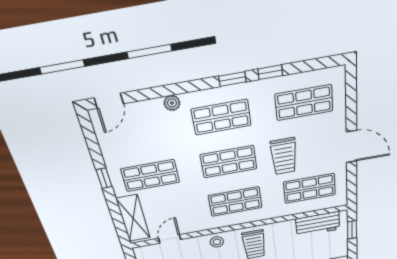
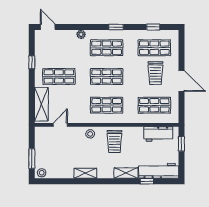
window: (270, 72) -> (153, 27), moved
door: (109, 101) -> (48, 27), swing flipped
trolley: (284, 156) -> (155, 73), moved
window: (104, 178) -> (32, 62), moved

